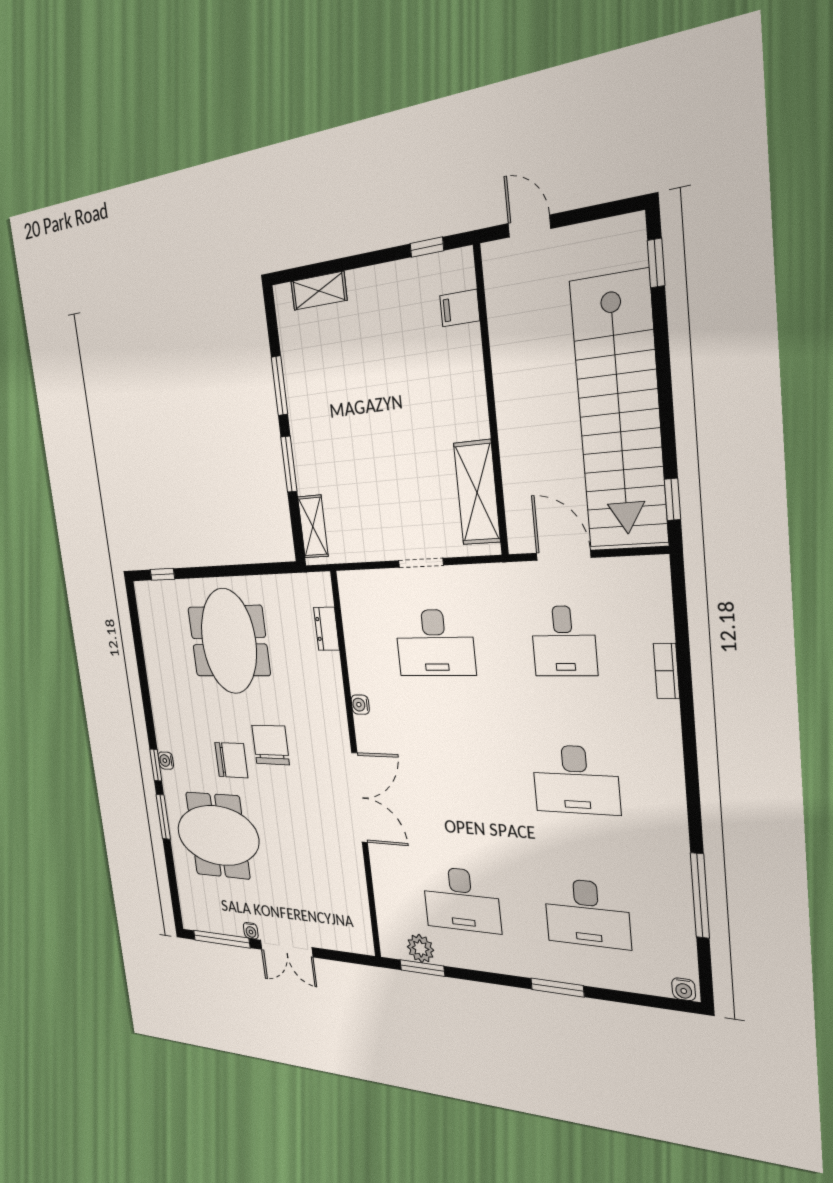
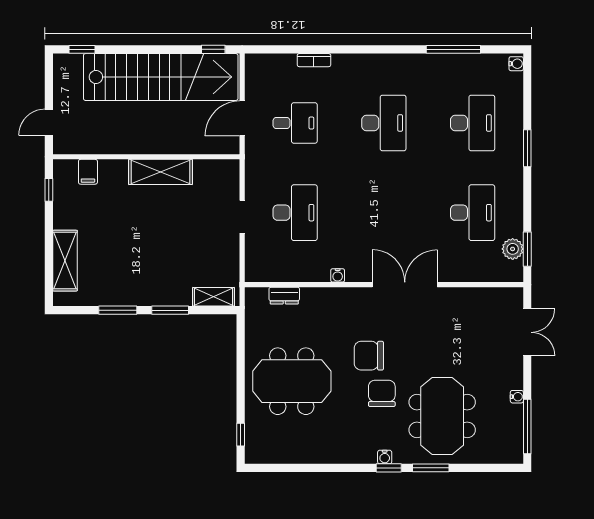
shelving: (319, 291) -> (65, 261), width x1.50, depth x1.33
shelving: (477, 493) -> (161, 172), moved
double door: (286, 948) -> (527, 332), moved

